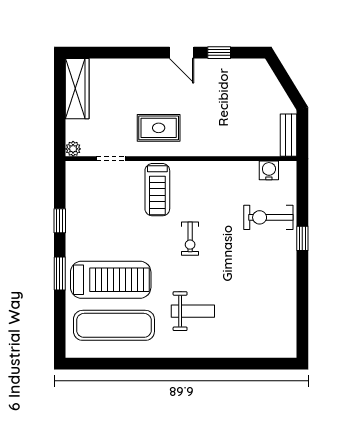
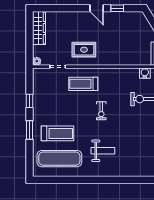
treadmill: (157, 190) -> (83, 84), turned 90
treadmill: (111, 280) -> (58, 133), width x0.73, depth x0.73

